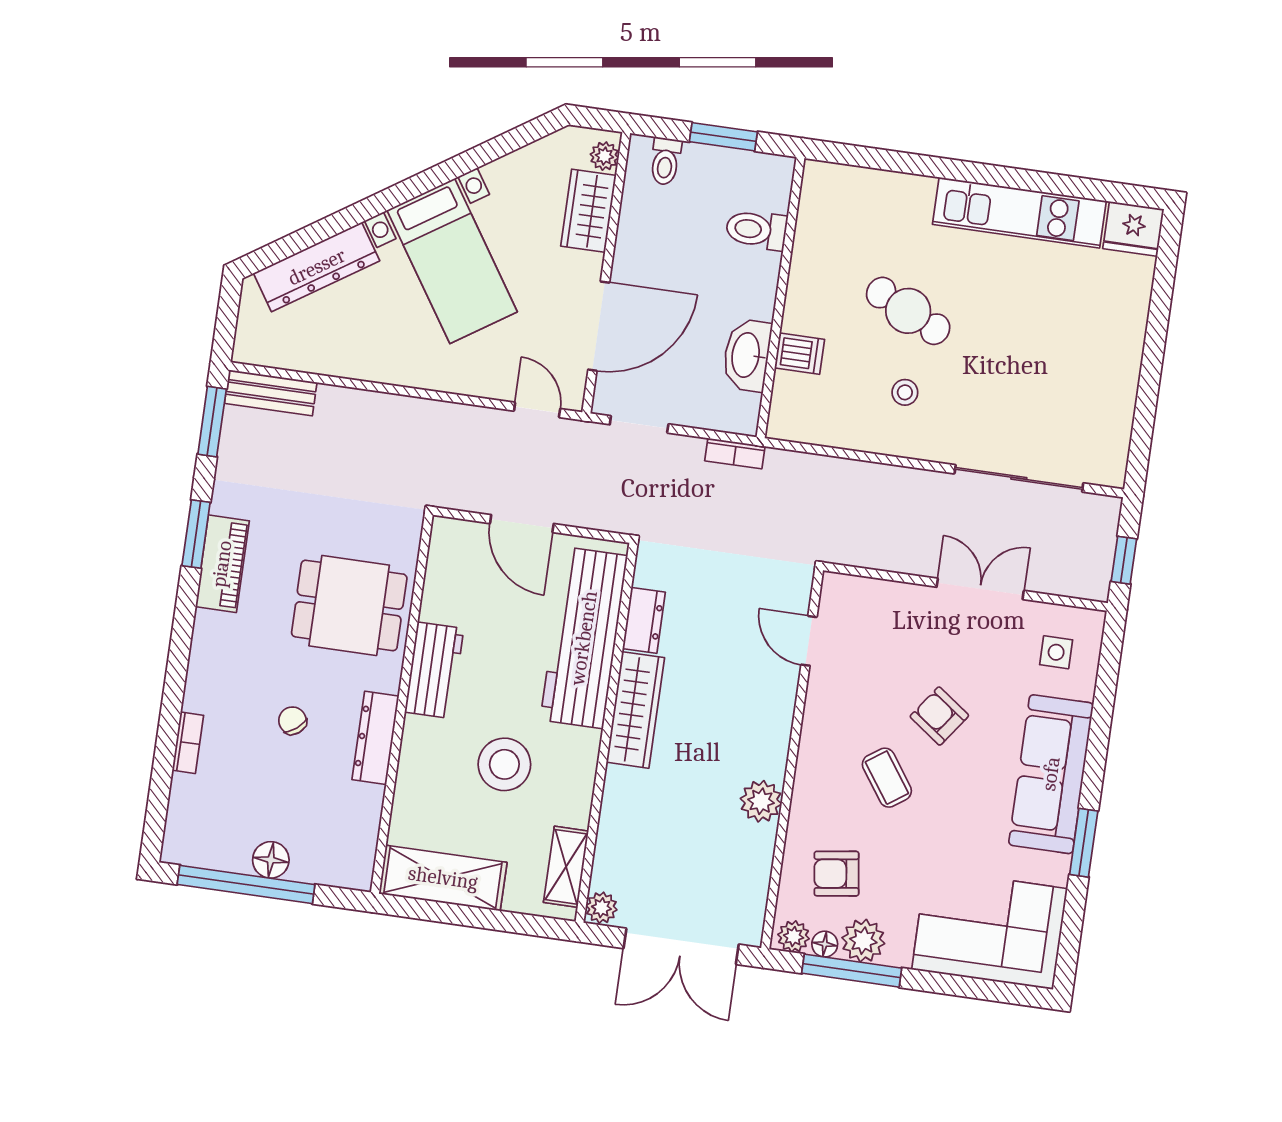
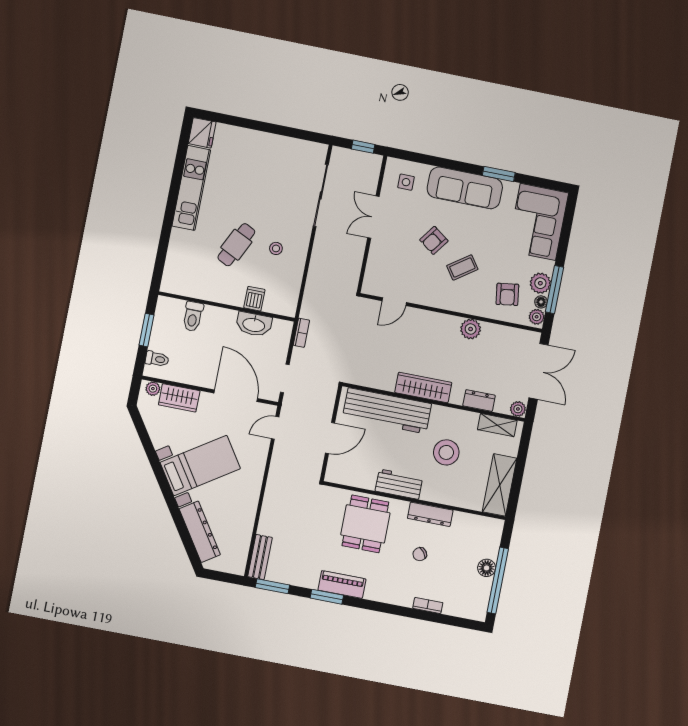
dresser: (644, 620) -> (479, 401), moved

